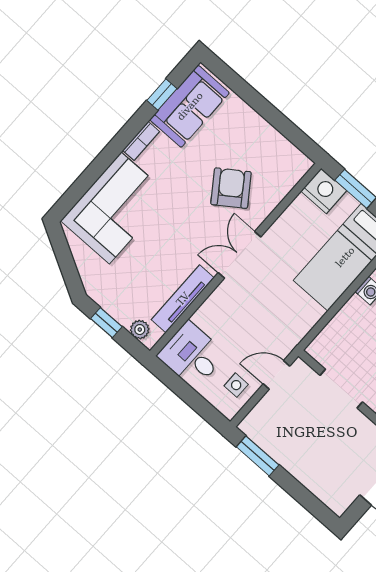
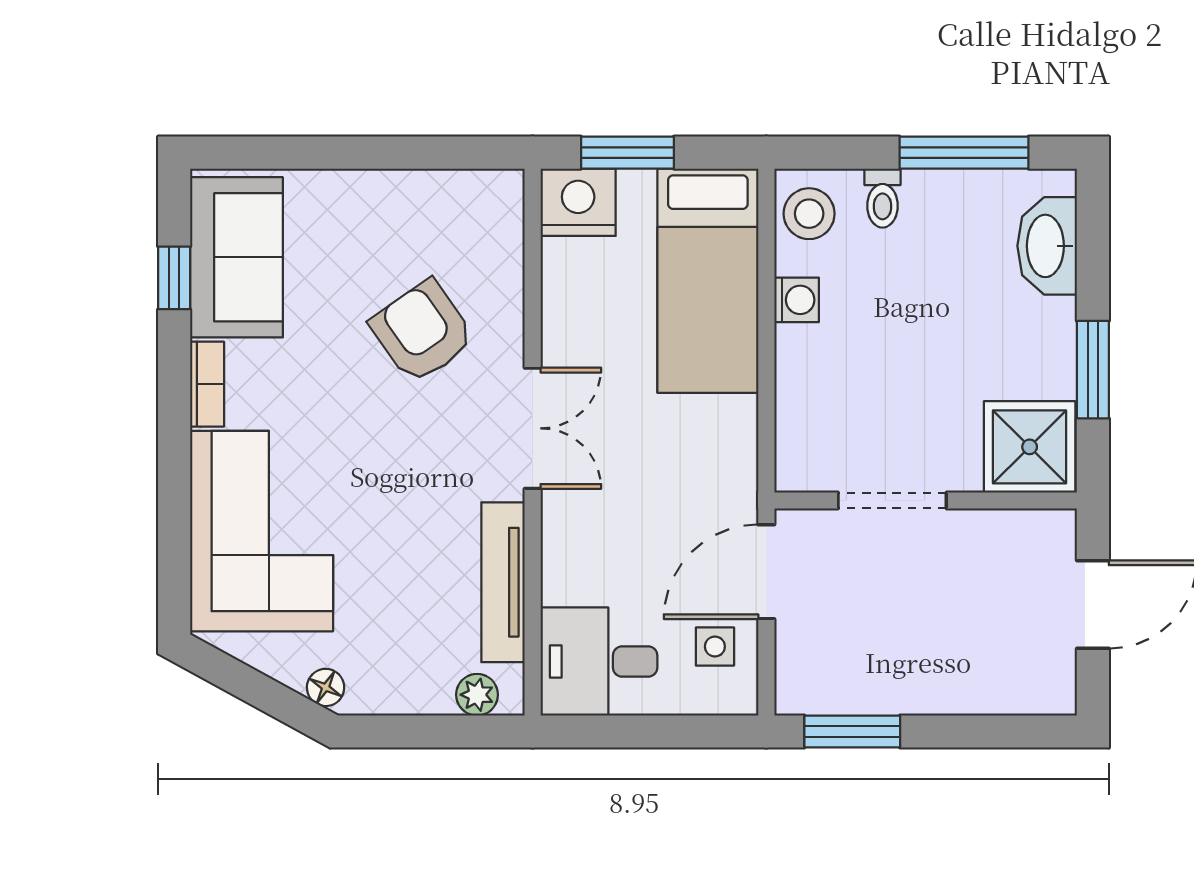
double door: (240, 255) -> (533, 428), swing flipped
floor lamp: (90, 281) -> (326, 687), added
window: (106, 323) -> (412, 732), removed
door: (276, 375) -> (766, 572), width x1.38

